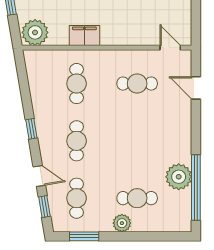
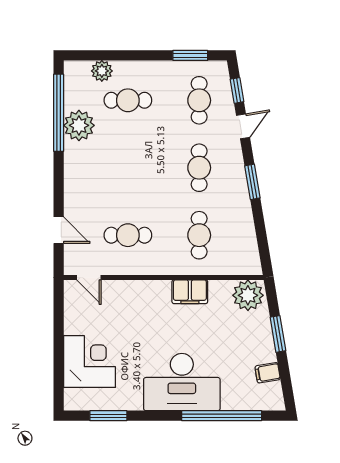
window: (31, 129) -> (252, 182), width x1.50
door: (39, 176) -> (243, 126), swing flipped
plant: (122, 223) -> (102, 71), moved

